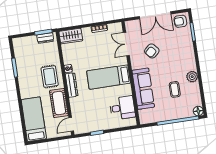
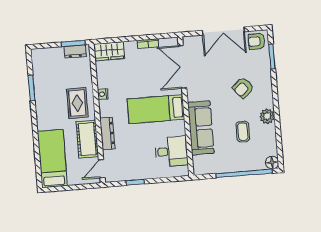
double door: (126, 44) -> (182, 67), width x1.37
armchair: (152, 51) -> (243, 88), moved
dresser: (72, 85) -> (107, 133), moved

